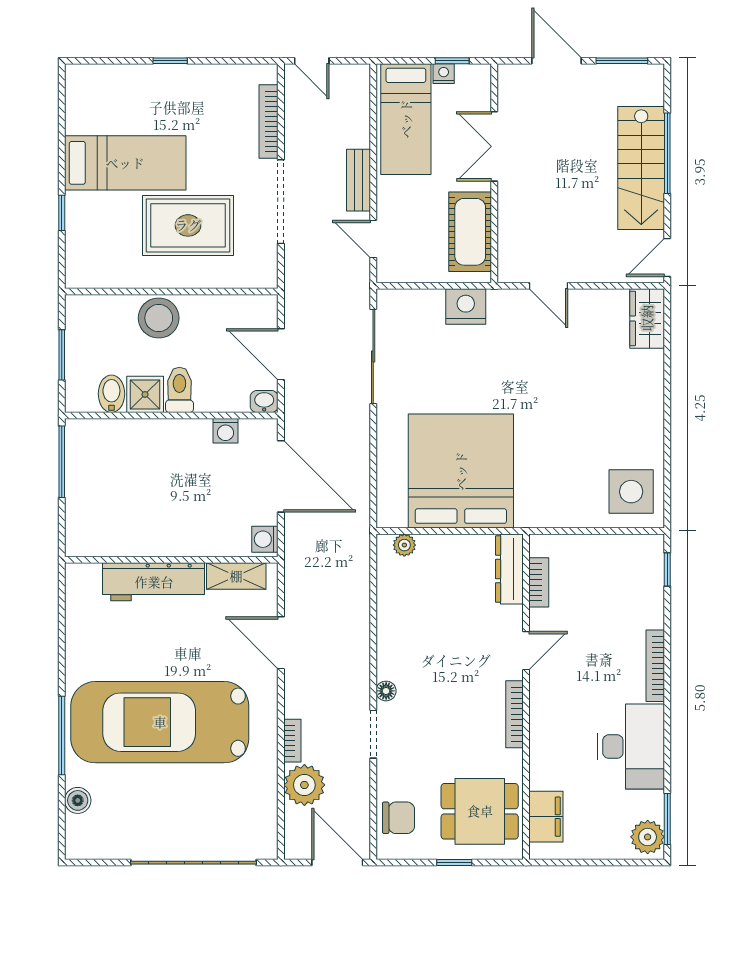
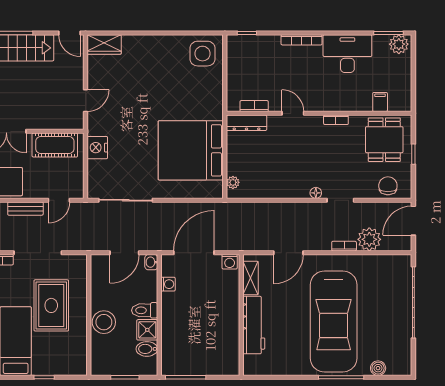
bookcase: (515, 714) -> (336, 120), width x0.64
filing cabinet: (546, 817) -> (380, 102), width x0.50

